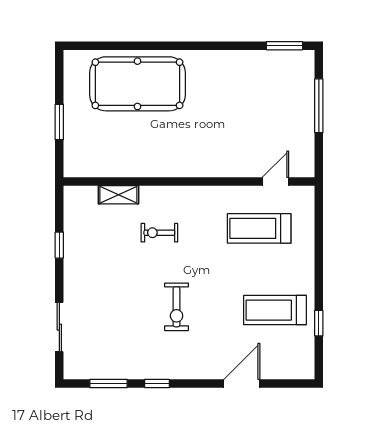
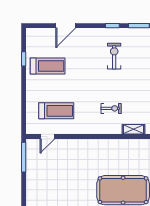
window: (319, 106) -> (24, 157), moved
exercise bike: (177, 307) -> (114, 56), moved

